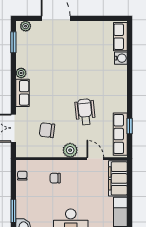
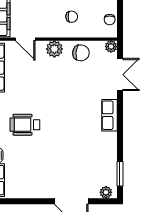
plant: (21, 73) -> (111, 47), moved
wheelchair: (85, 112) -> (25, 125), moved, turned 96
chair: (47, 130) -> (81, 53), moved

